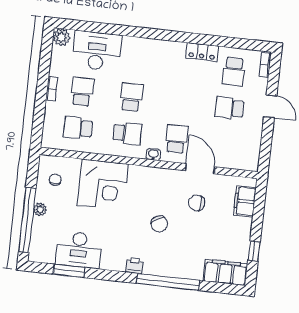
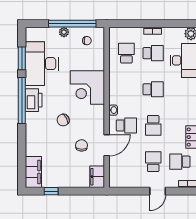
school desk: (127, 133) -> (153, 125), moved
corner desk: (103, 184) -> (87, 87), moved
filing cabinet: (245, 201) -> (97, 177), moved, turned -90
window: (27, 220) -> (72, 24), moved
desk: (79, 250) -> (42, 64), width x1.36, depth x1.30
printer: (135, 266) -> (34, 100), width x1.87, depth x1.48
window: (168, 282) -> (22, 100), moved

